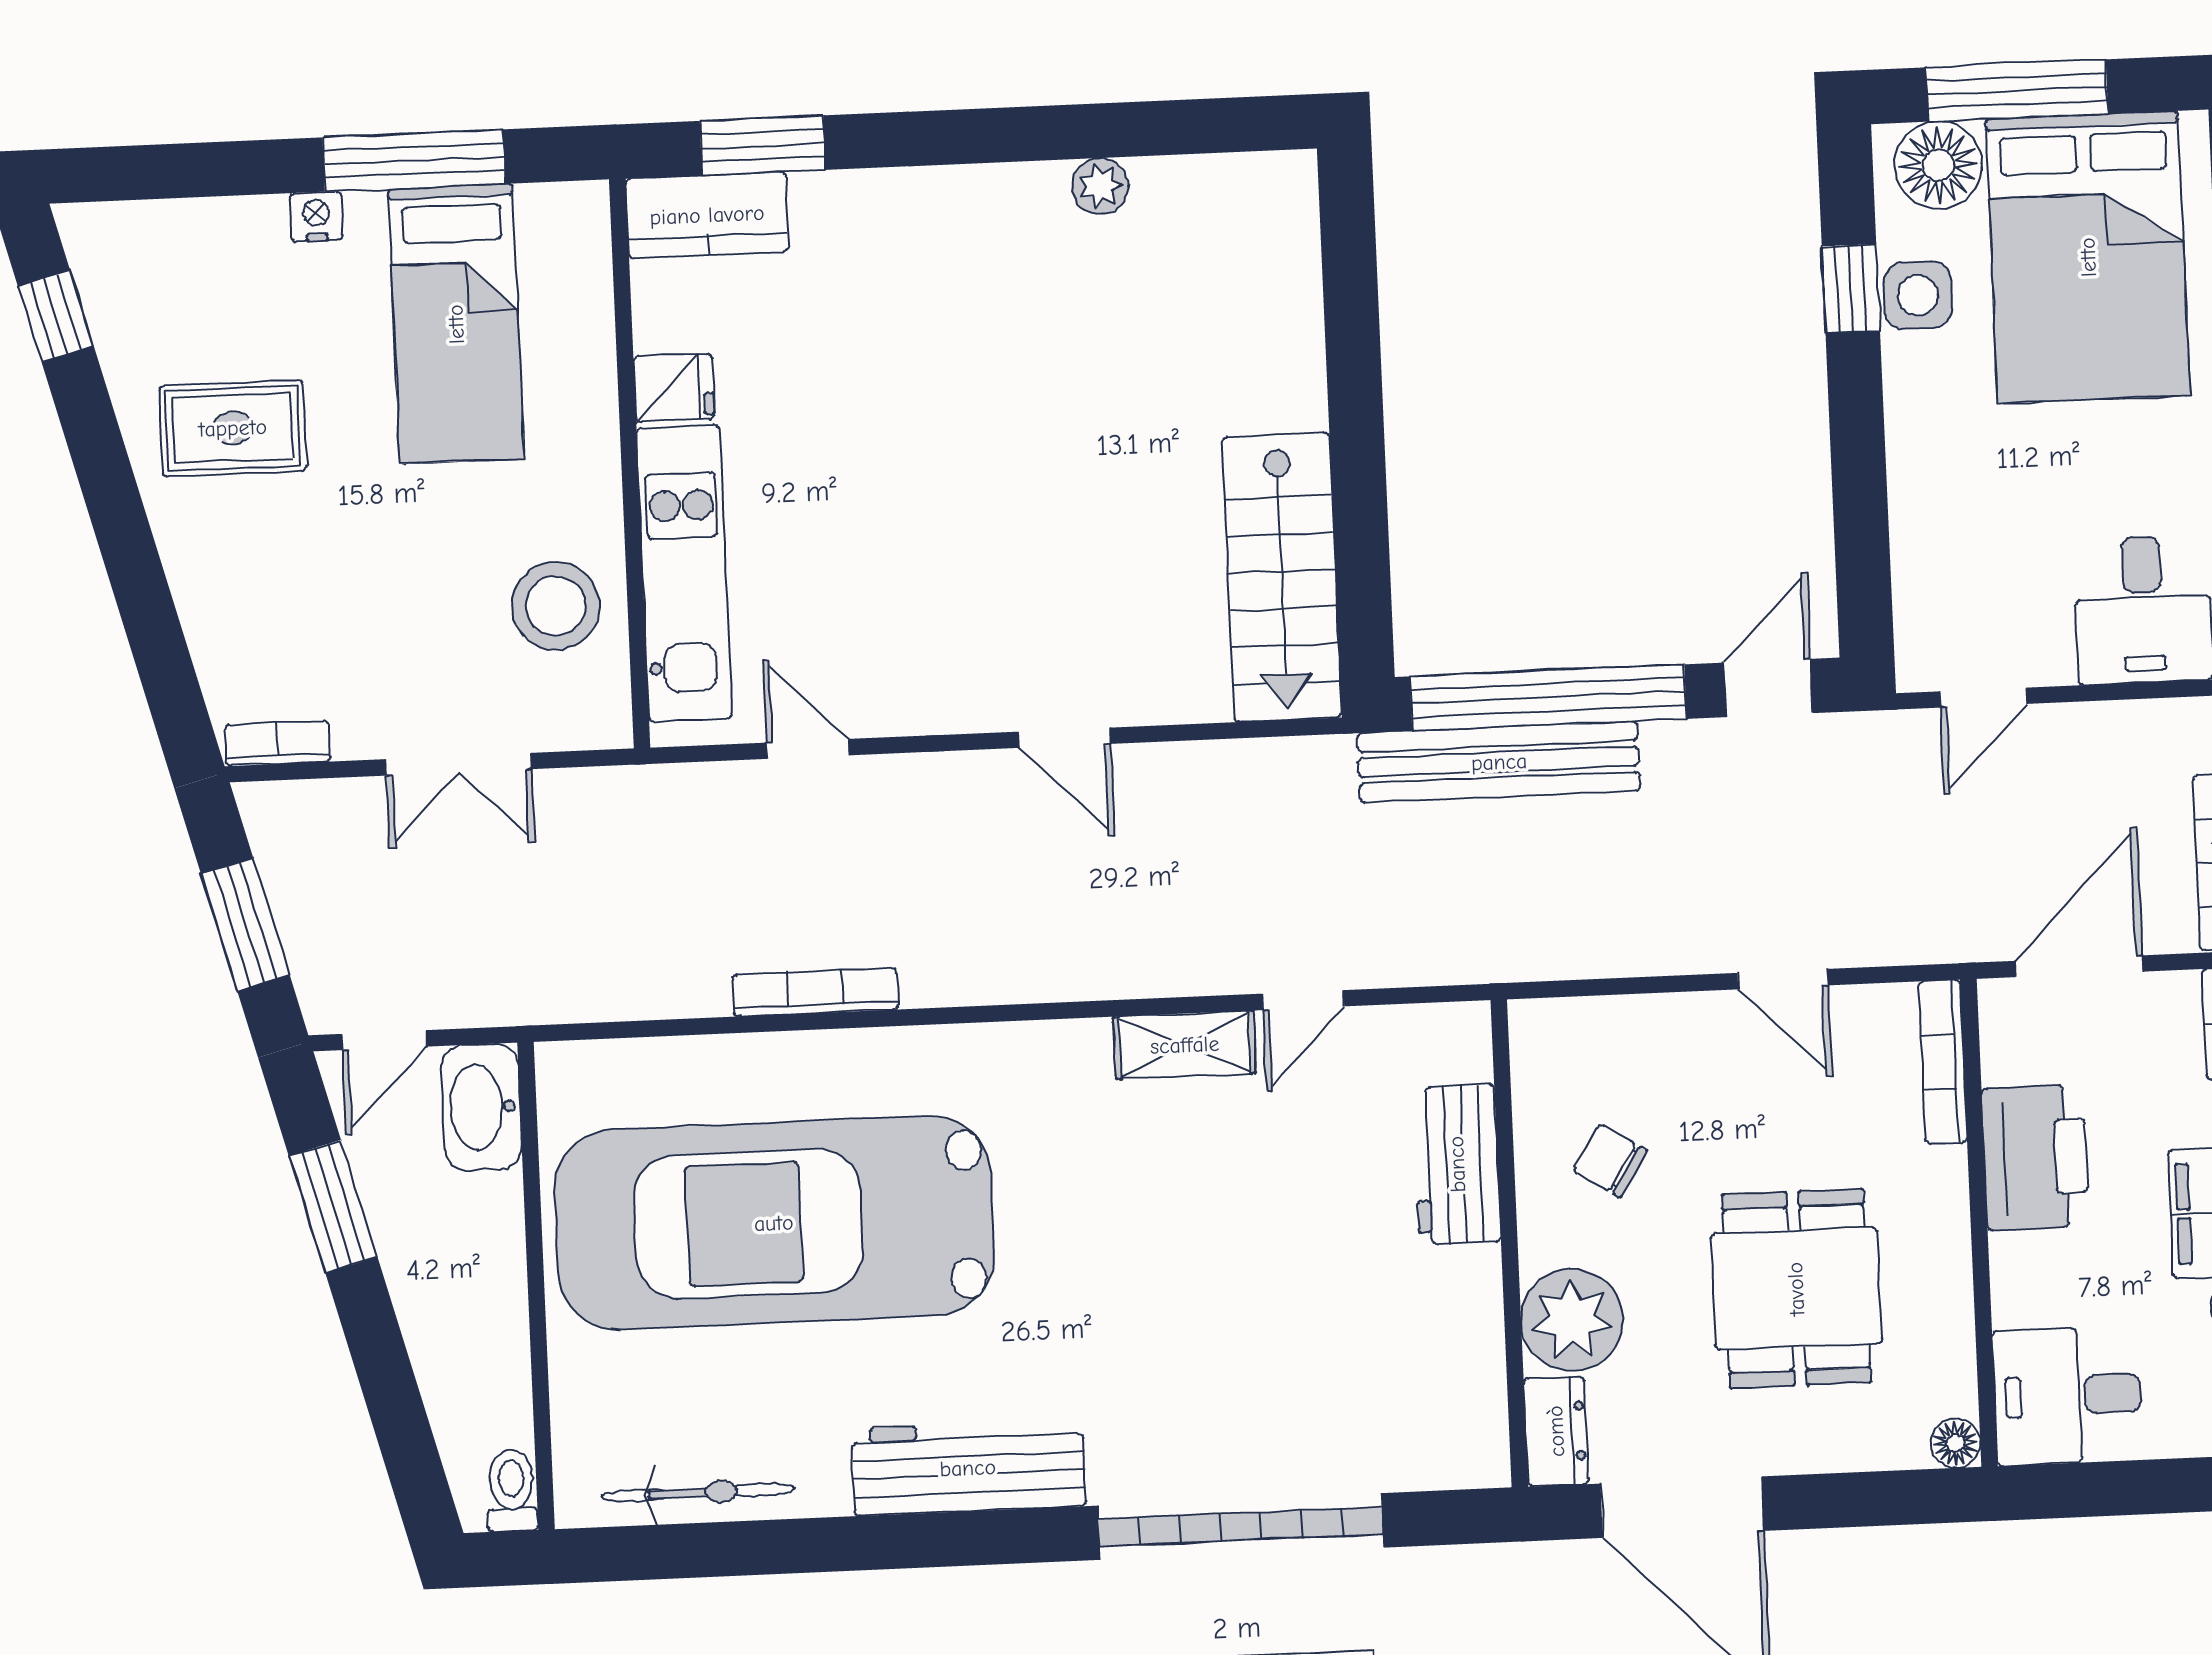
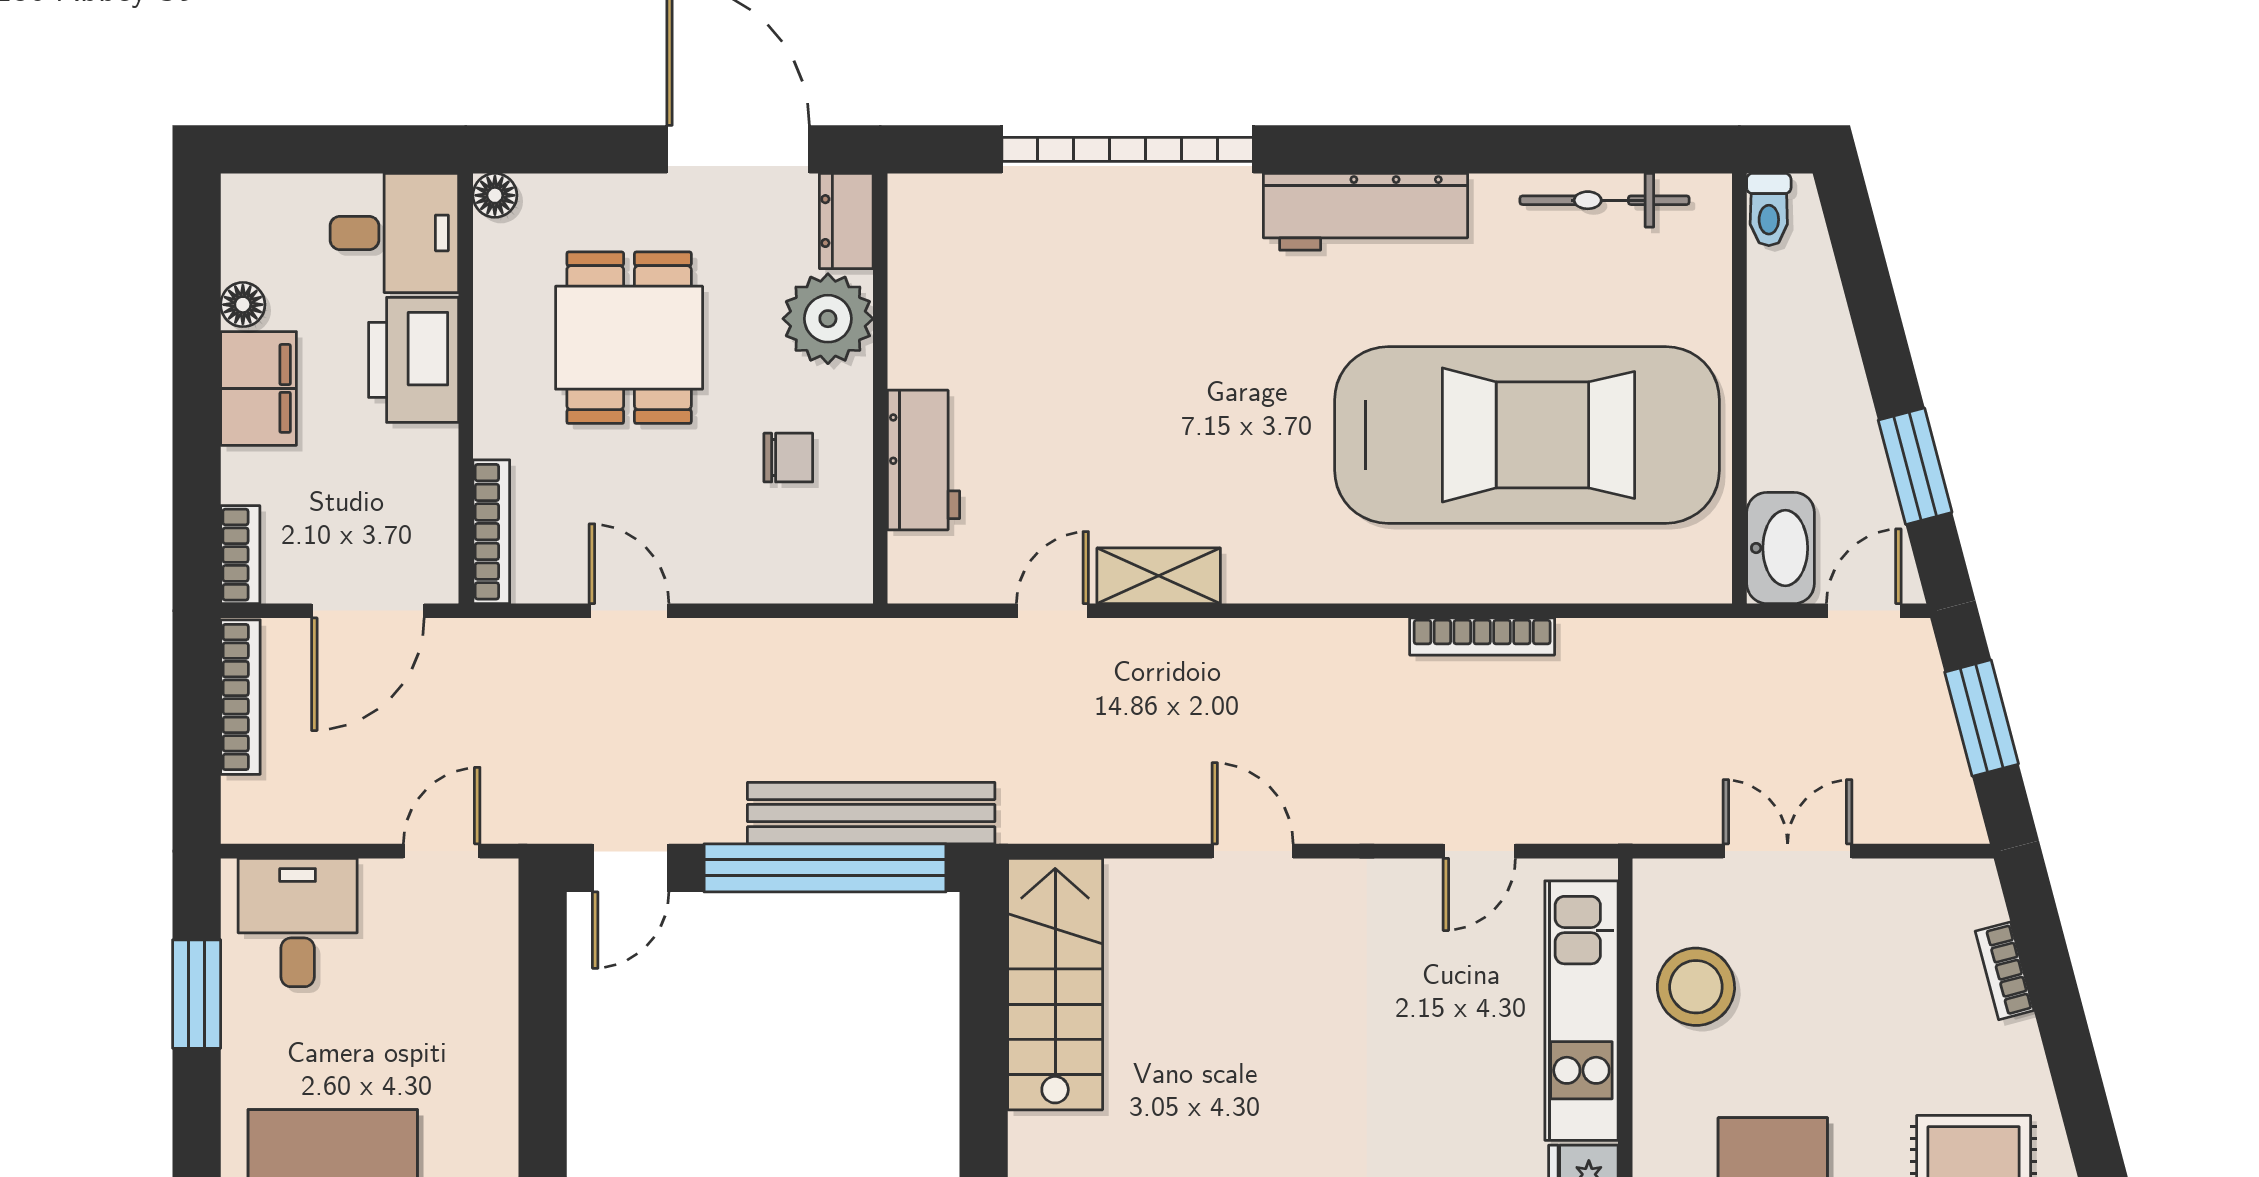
bookcase: (277, 743) -> (2005, 971), moved, turned 75
door: (808, 749) -> (1479, 851), hinge flipped
printer: (2035, 1157) -> (414, 360), moved
chair: (1610, 1161) -> (788, 458), turned -32

